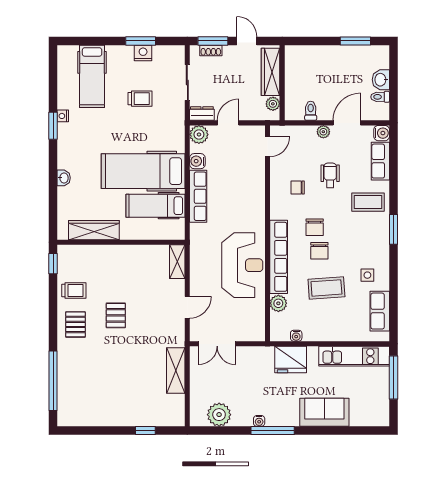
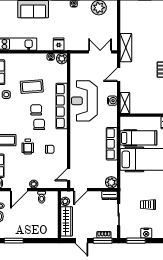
window: (141, 41) -> (136, 241), moved
door: (228, 123) -> (80, 190), moved
water cooler: (197, 161) -> (112, 101), moved
wheelchair: (330, 175) -> (28, 146), moved
plant: (278, 303) -> (62, 59), moved
fridge: (291, 360) -> (59, 44), width x0.53, depth x0.75
shelving: (176, 371) -> (126, 48), moved

